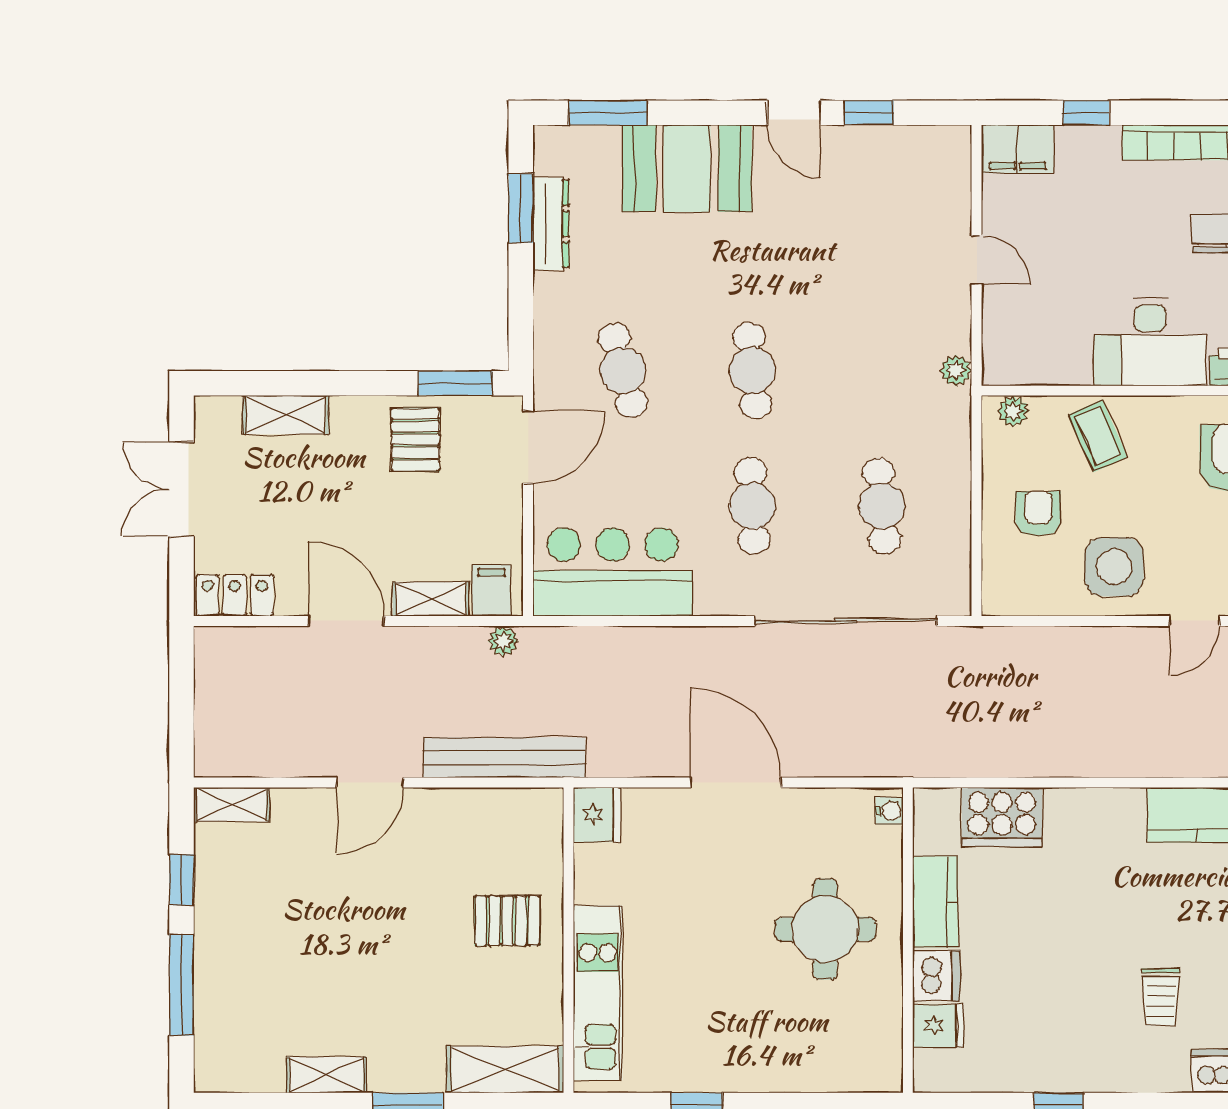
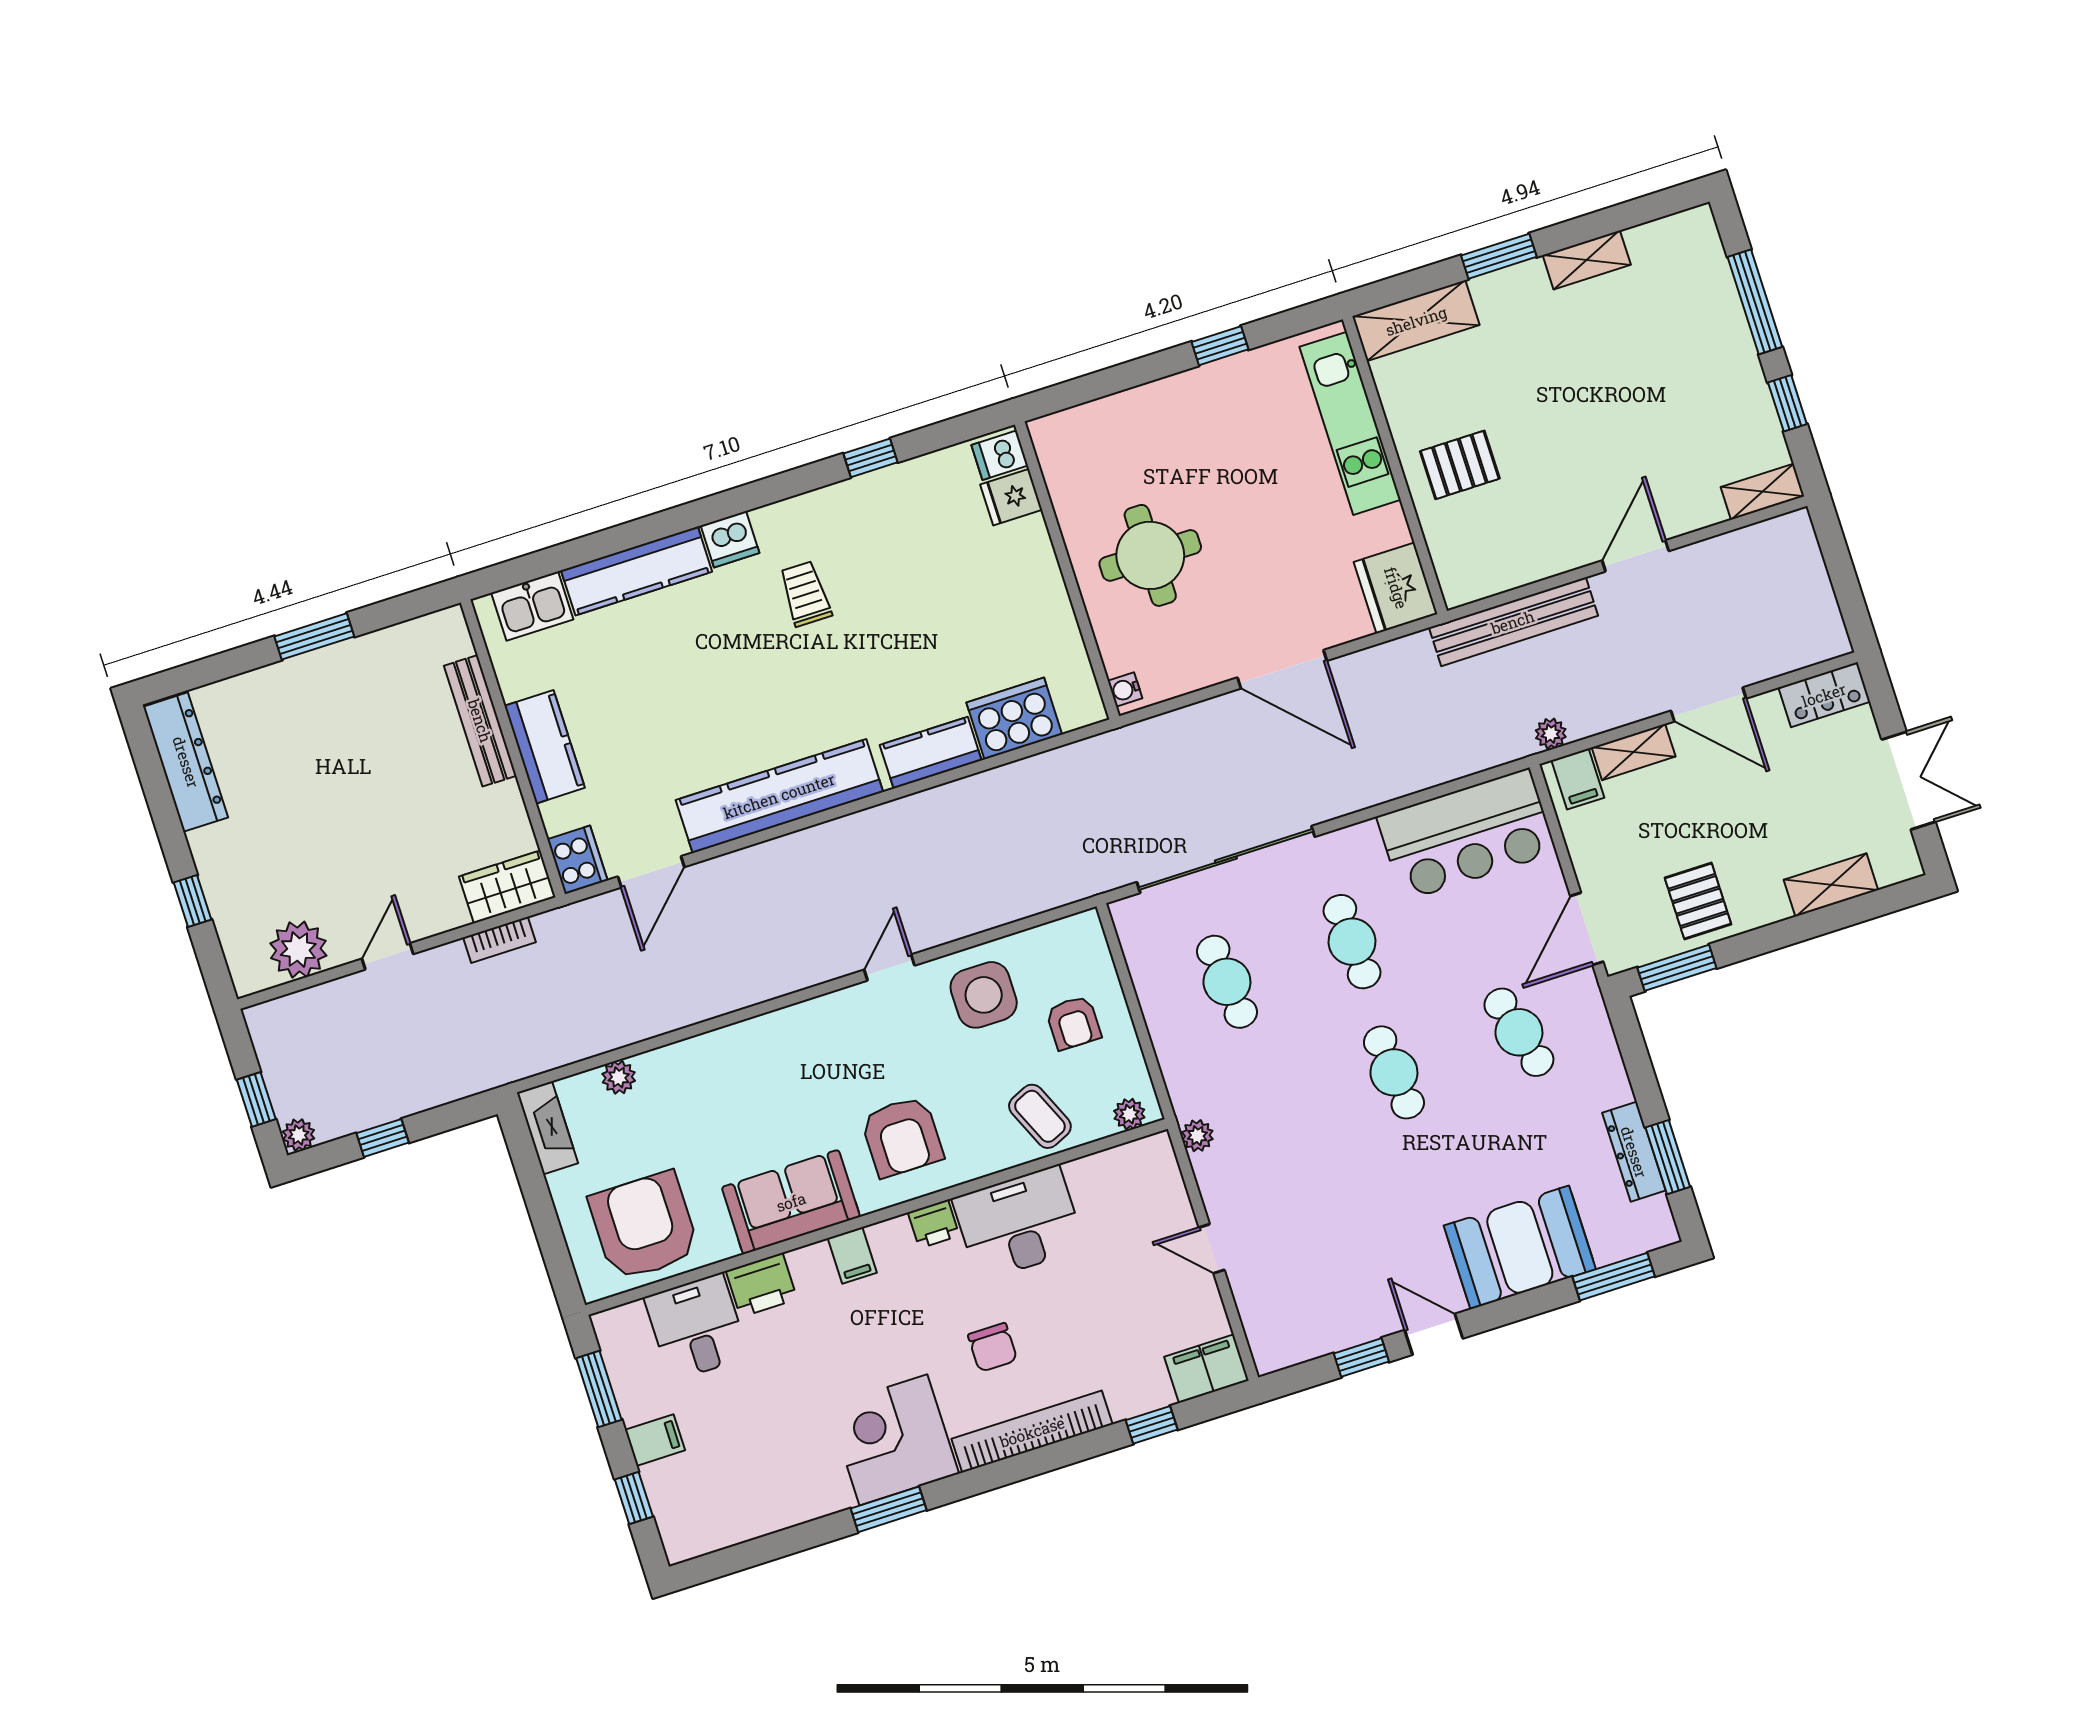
fridge: (597, 815) -> (1396, 588), width x1.36, depth x1.34
kitchen counter: (935, 902) -> (931, 753), moved, turned 90
dishwasher: (936, 976) -> (1000, 455), moved, width x0.73

